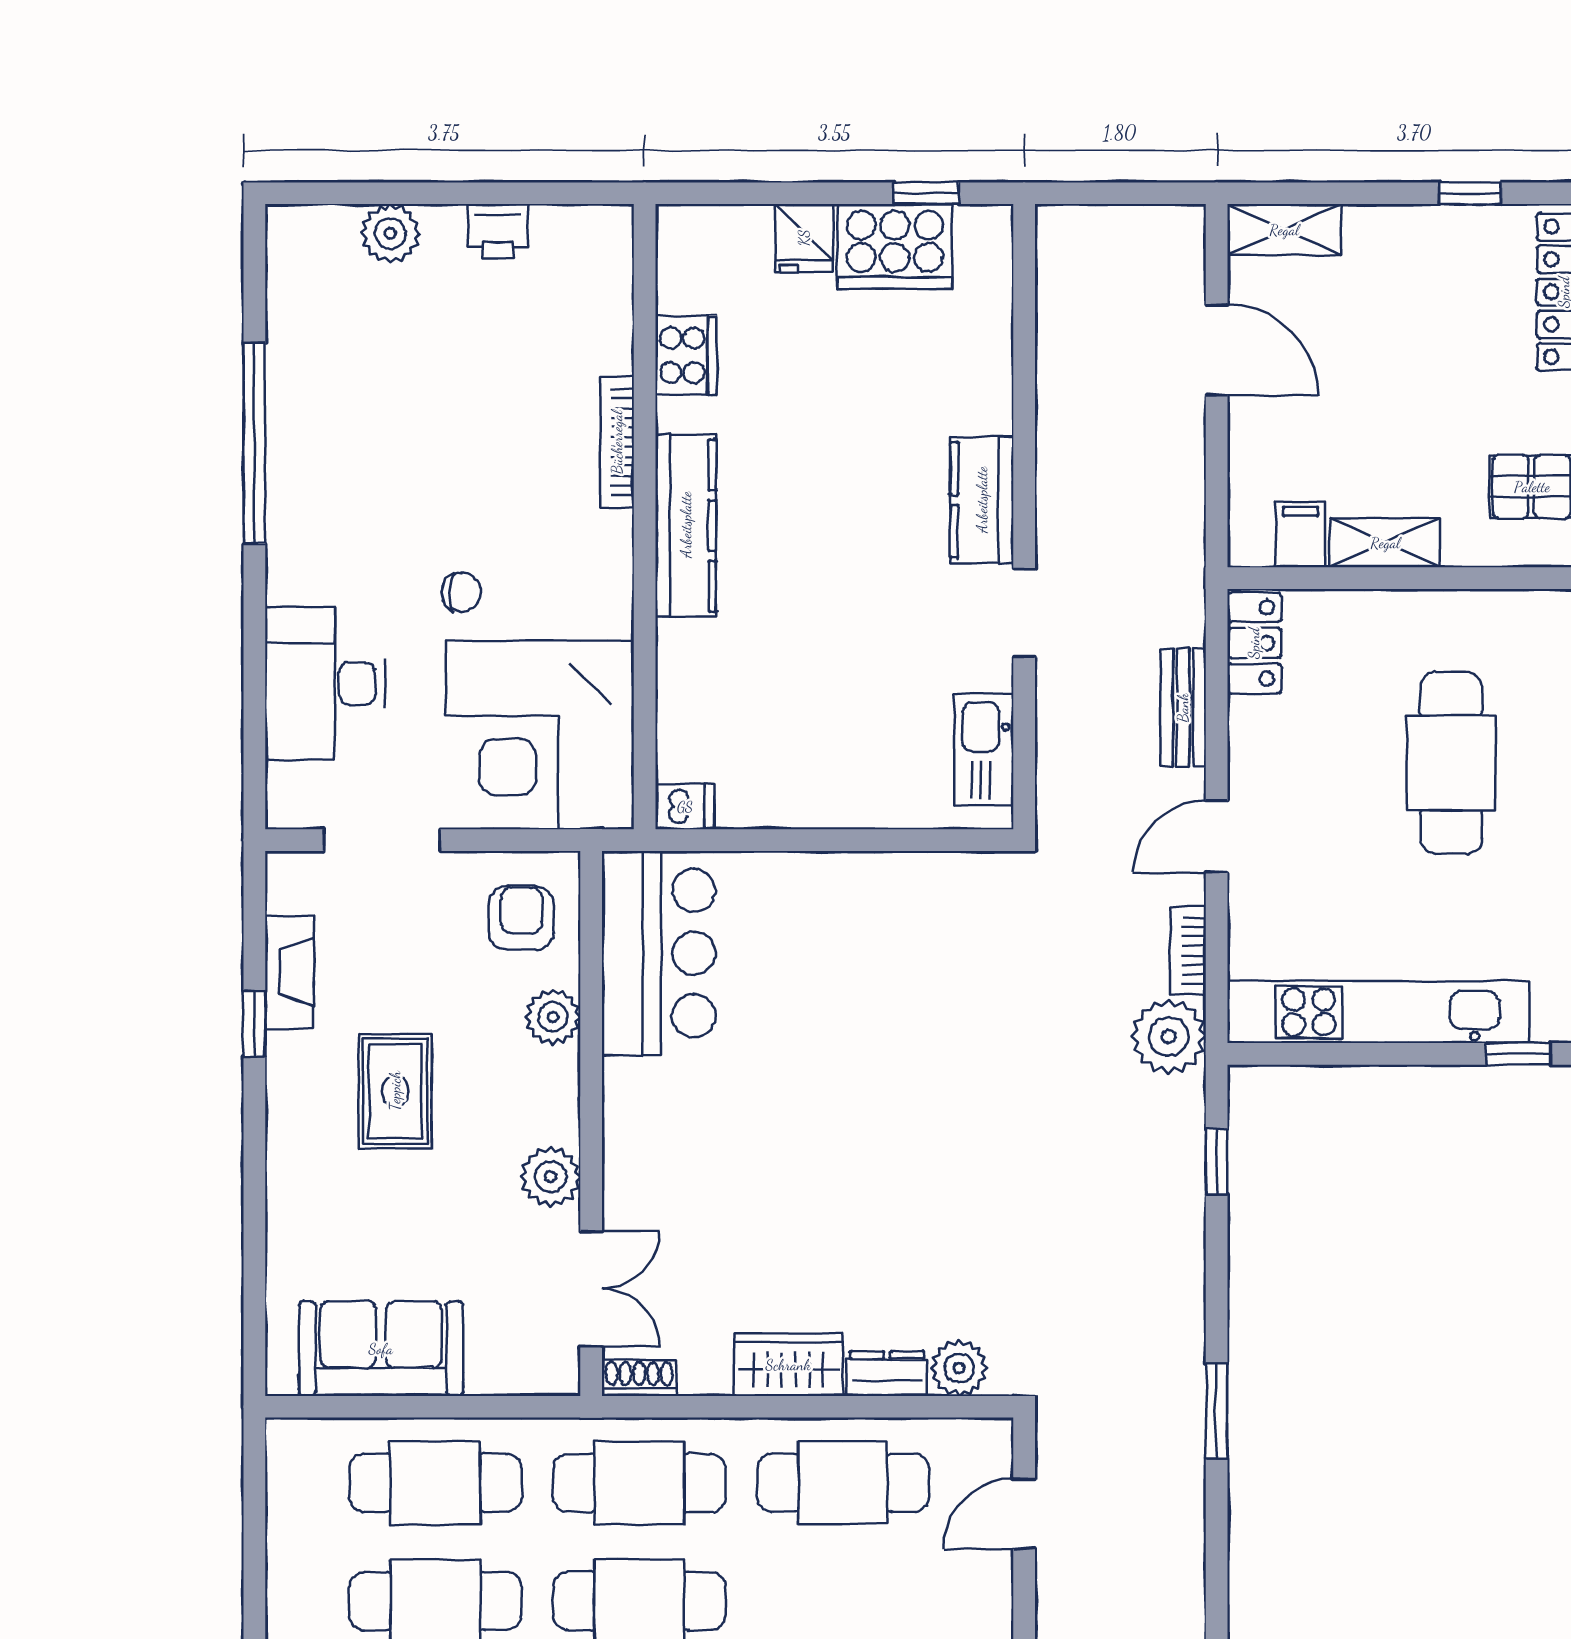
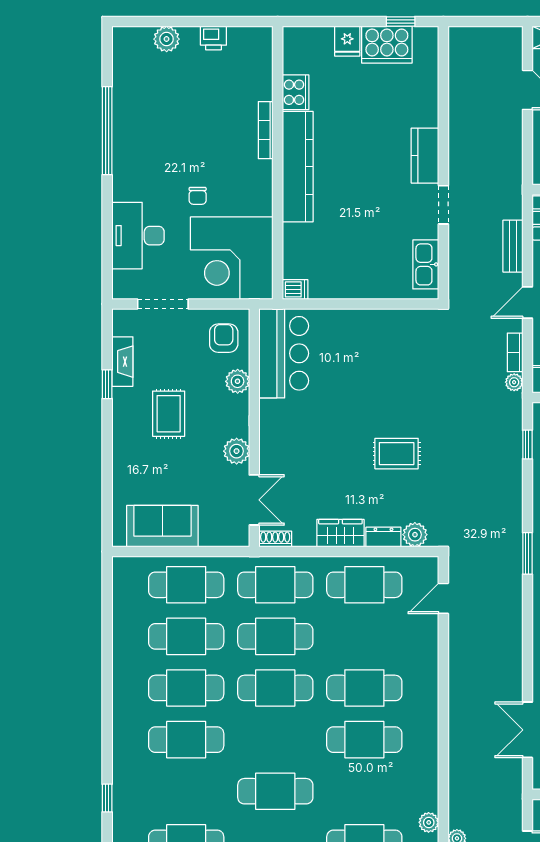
kitchen counter: (686, 525) -> (298, 167), width x1.39, depth x1.17
chair: (461, 592) -> (198, 196), turned 90
plant: (1169, 1037) -> (514, 382), width x0.53, depth x0.53
rug: (917, 1182) -> (397, 454), added

